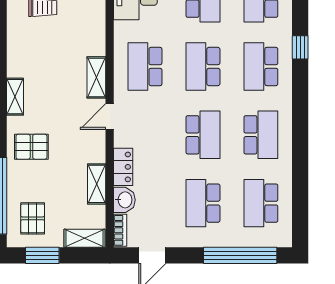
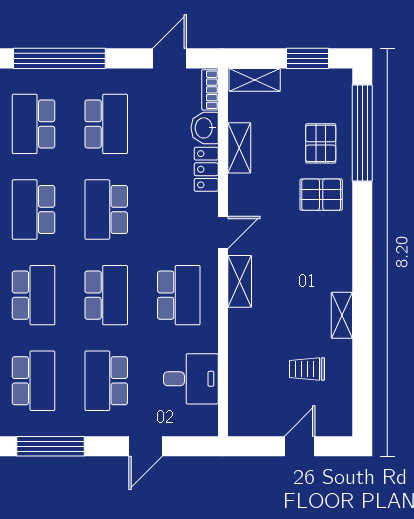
shelving: (15, 97) -> (342, 315), moved
school desk: (261, 203) -> (34, 124), turned 180
pallet: (33, 218) -> (321, 143), moved

